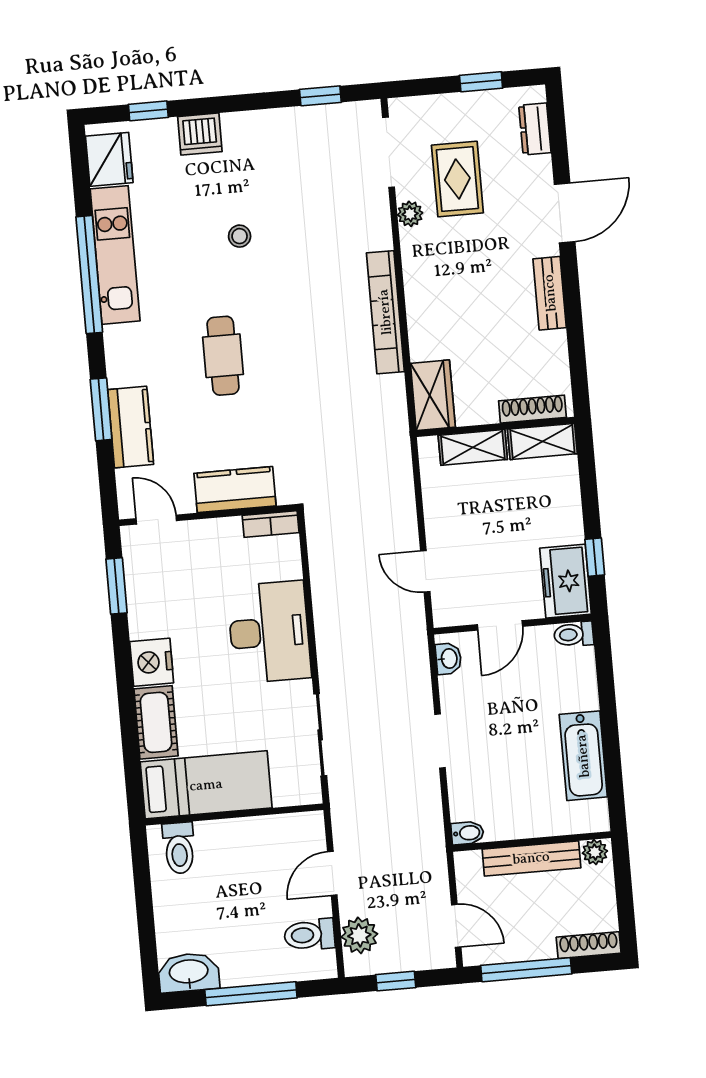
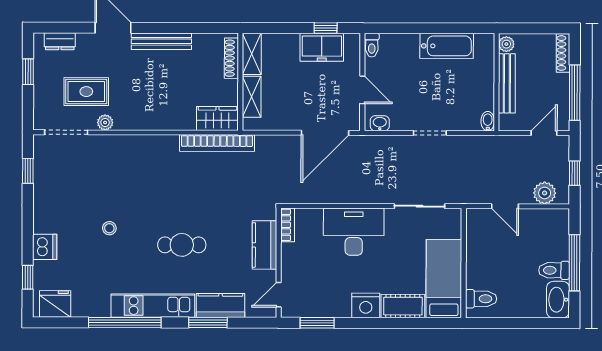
kitchen unit: (115, 255) -> (153, 306), moved
bench: (550, 293) -> (161, 41), width x1.36
bookcase: (385, 312) -> (217, 143), moved
door: (425, 571) -> (325, 133), width x1.87
freezer: (566, 581) -> (322, 47), moved
toilet: (309, 935) -> (554, 270), moved, turned 90

